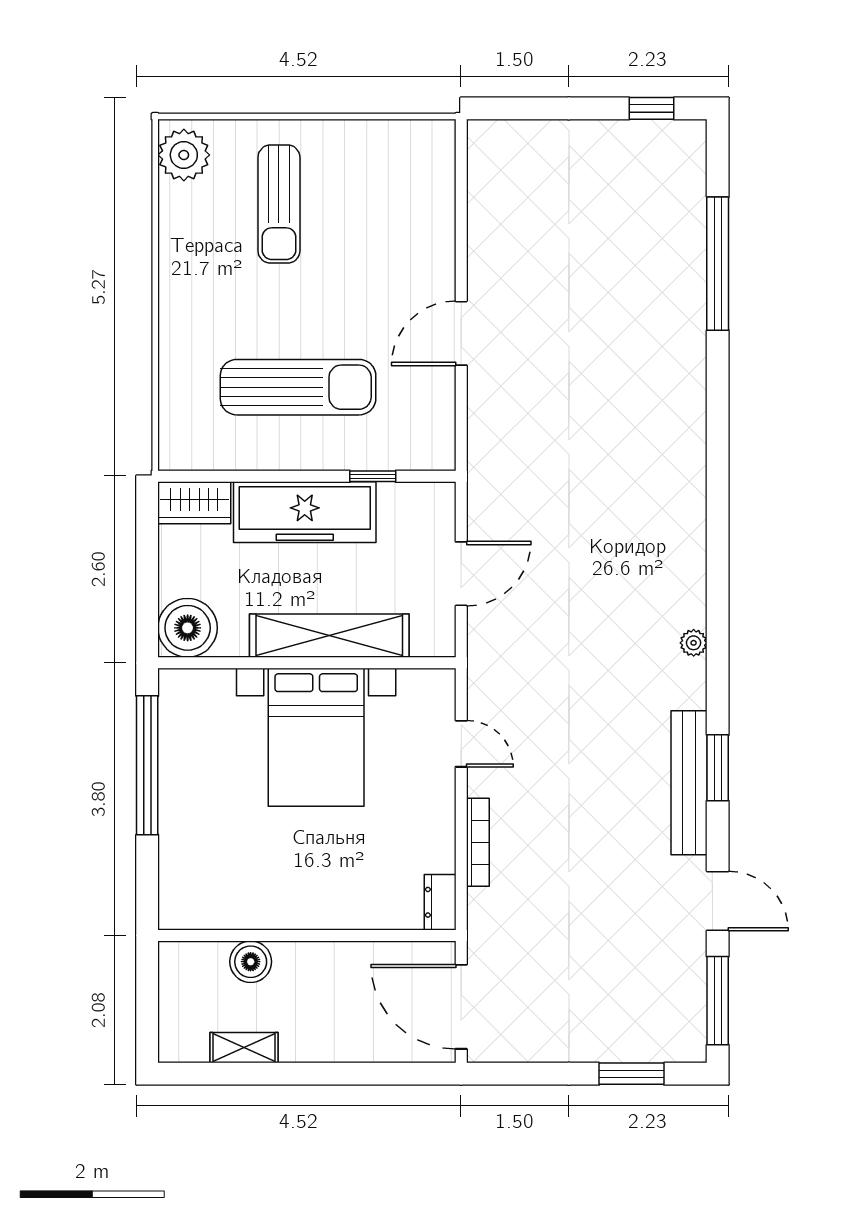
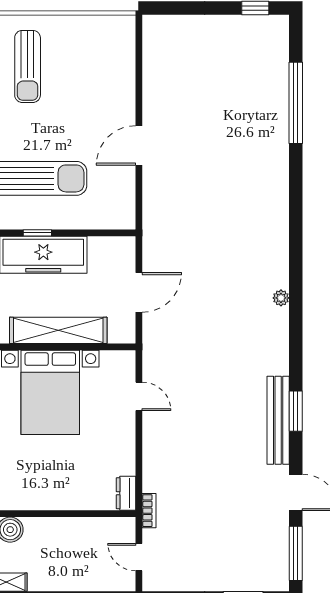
window: (373, 476) -> (37, 233), moved
plant: (694, 643) -> (281, 298), moved
bookcase: (478, 842) -> (149, 511), moved, width x0.64
door: (461, 1007) -> (139, 557), width x0.53

